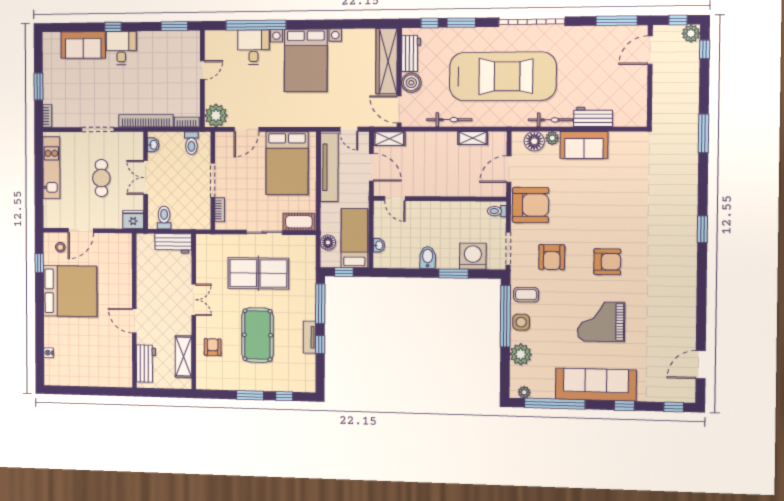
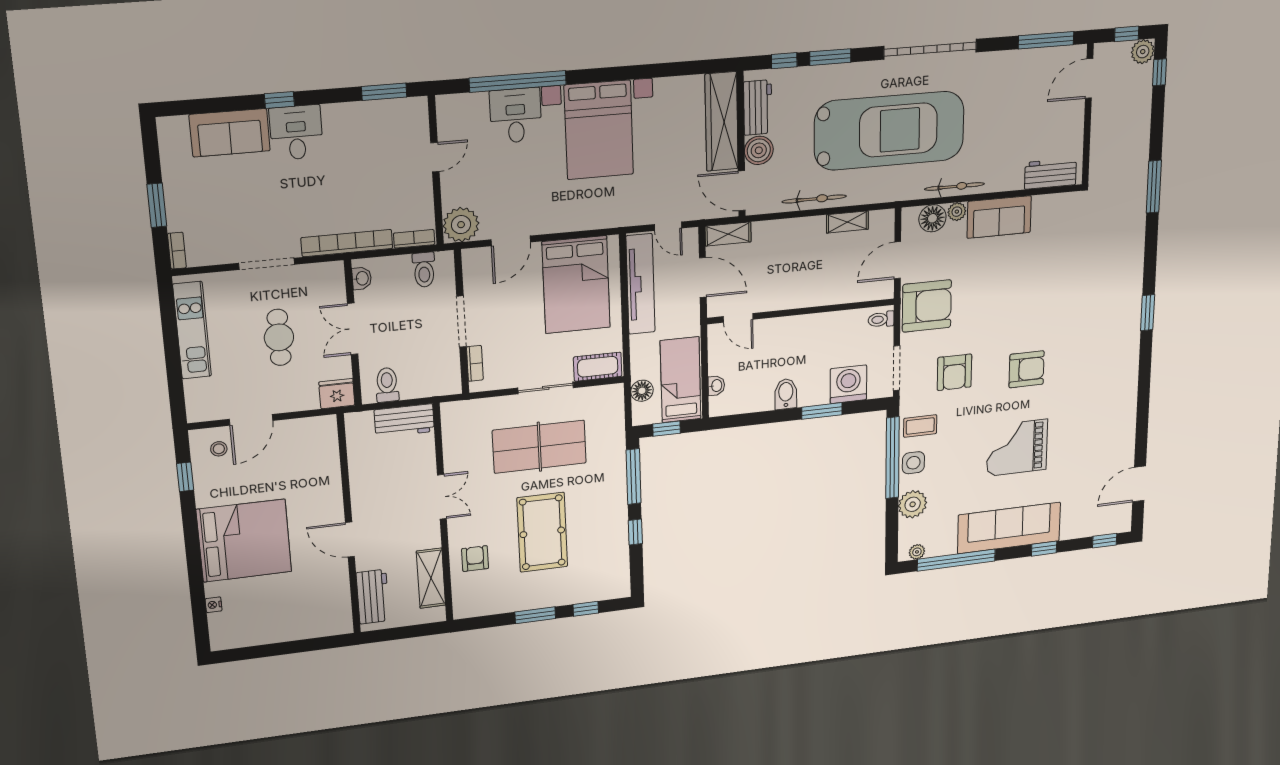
workbench: (593, 117) -> (1050, 174), moved
bed: (70, 291) -> (244, 541), moved
tv unit: (310, 337) -> (620, 524), removed

